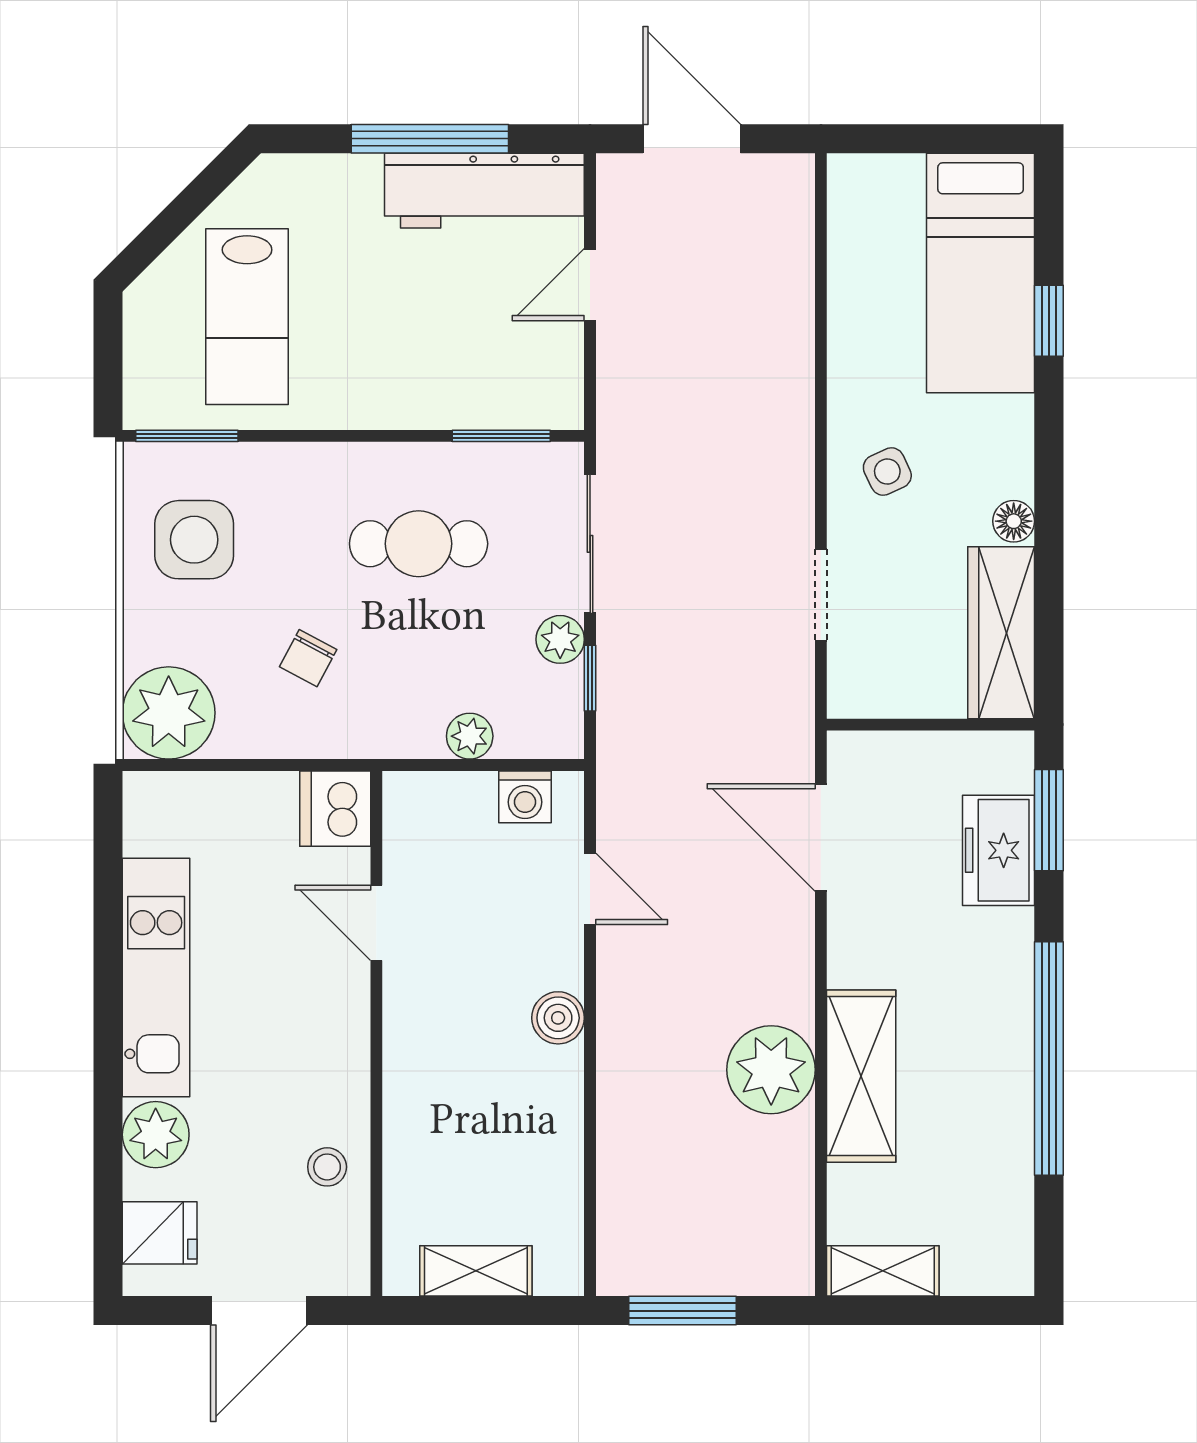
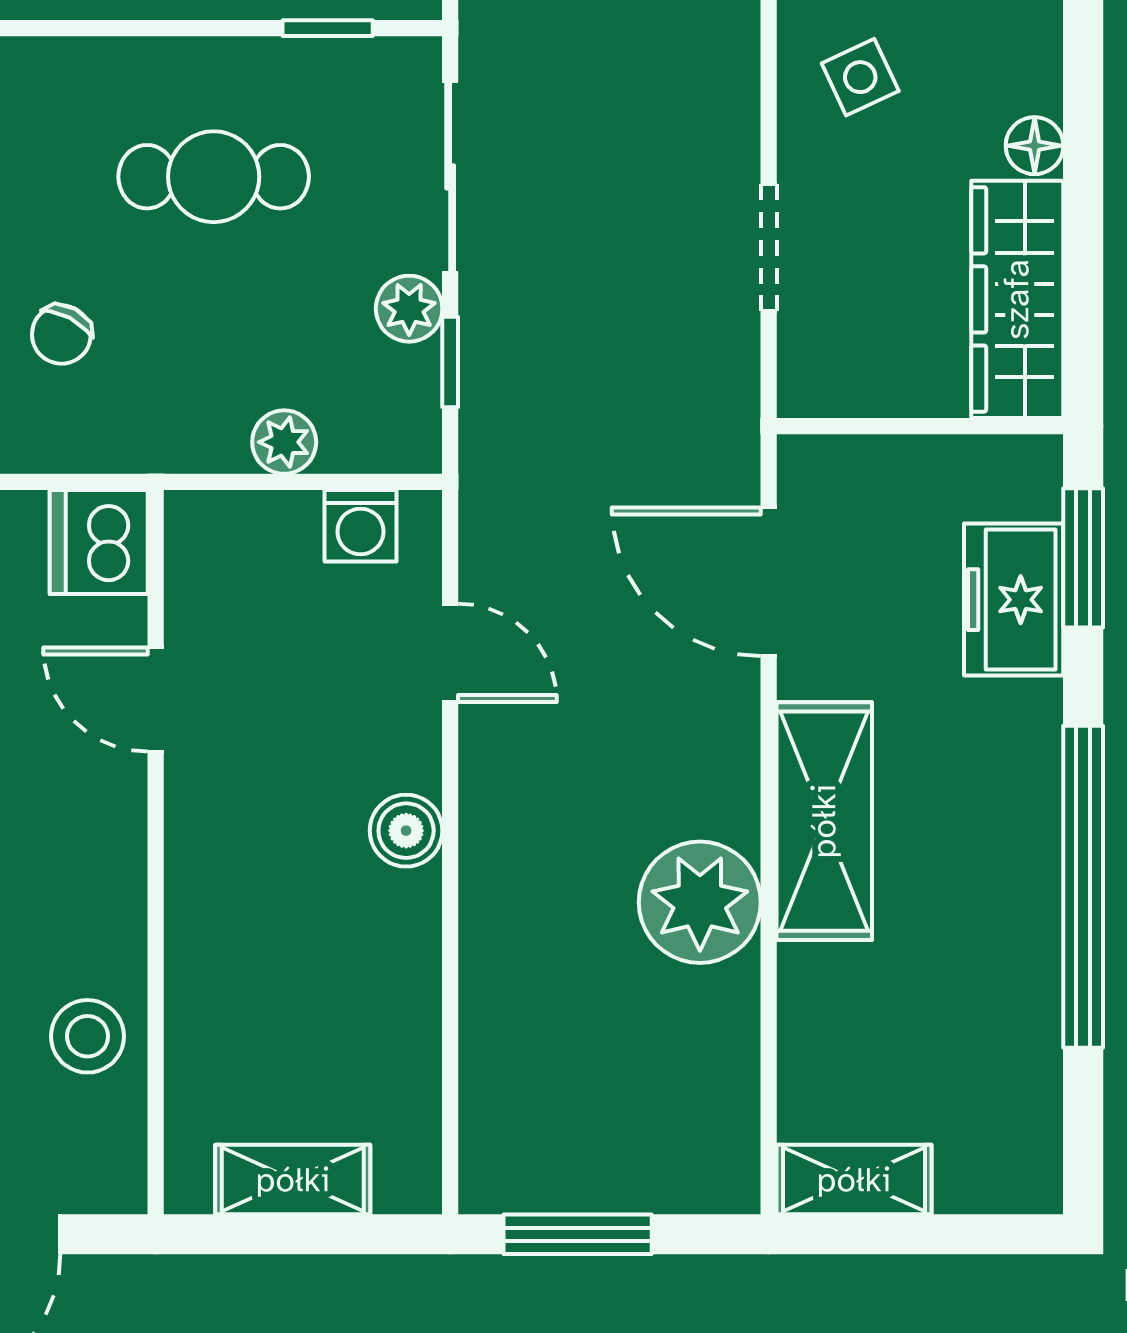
window: (501, 436) -> (328, 28), width x0.67
shelving: (861, 1076) -> (824, 821), moved
stool: (327, 1167) -> (87, 1036), width x1.37, depth x1.37

